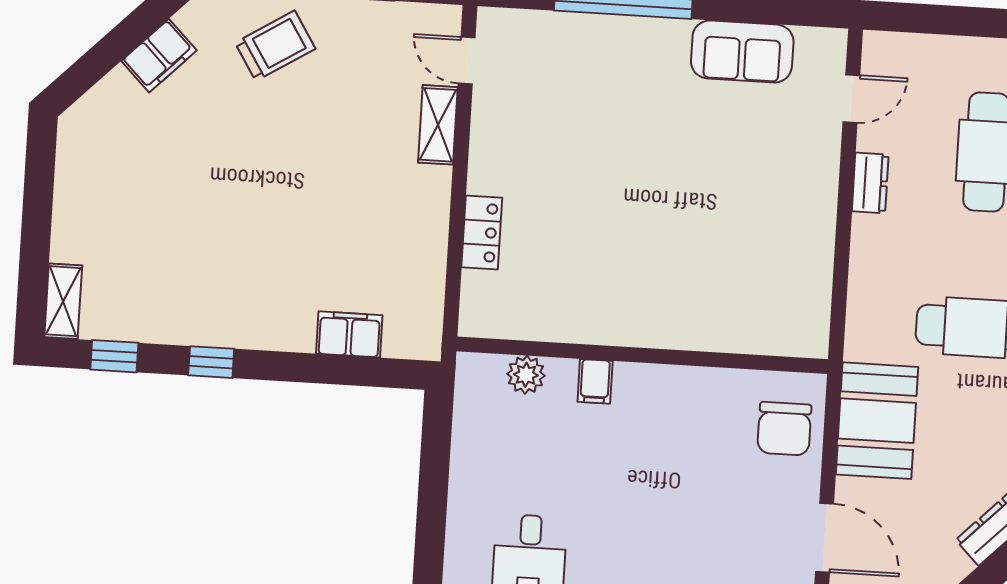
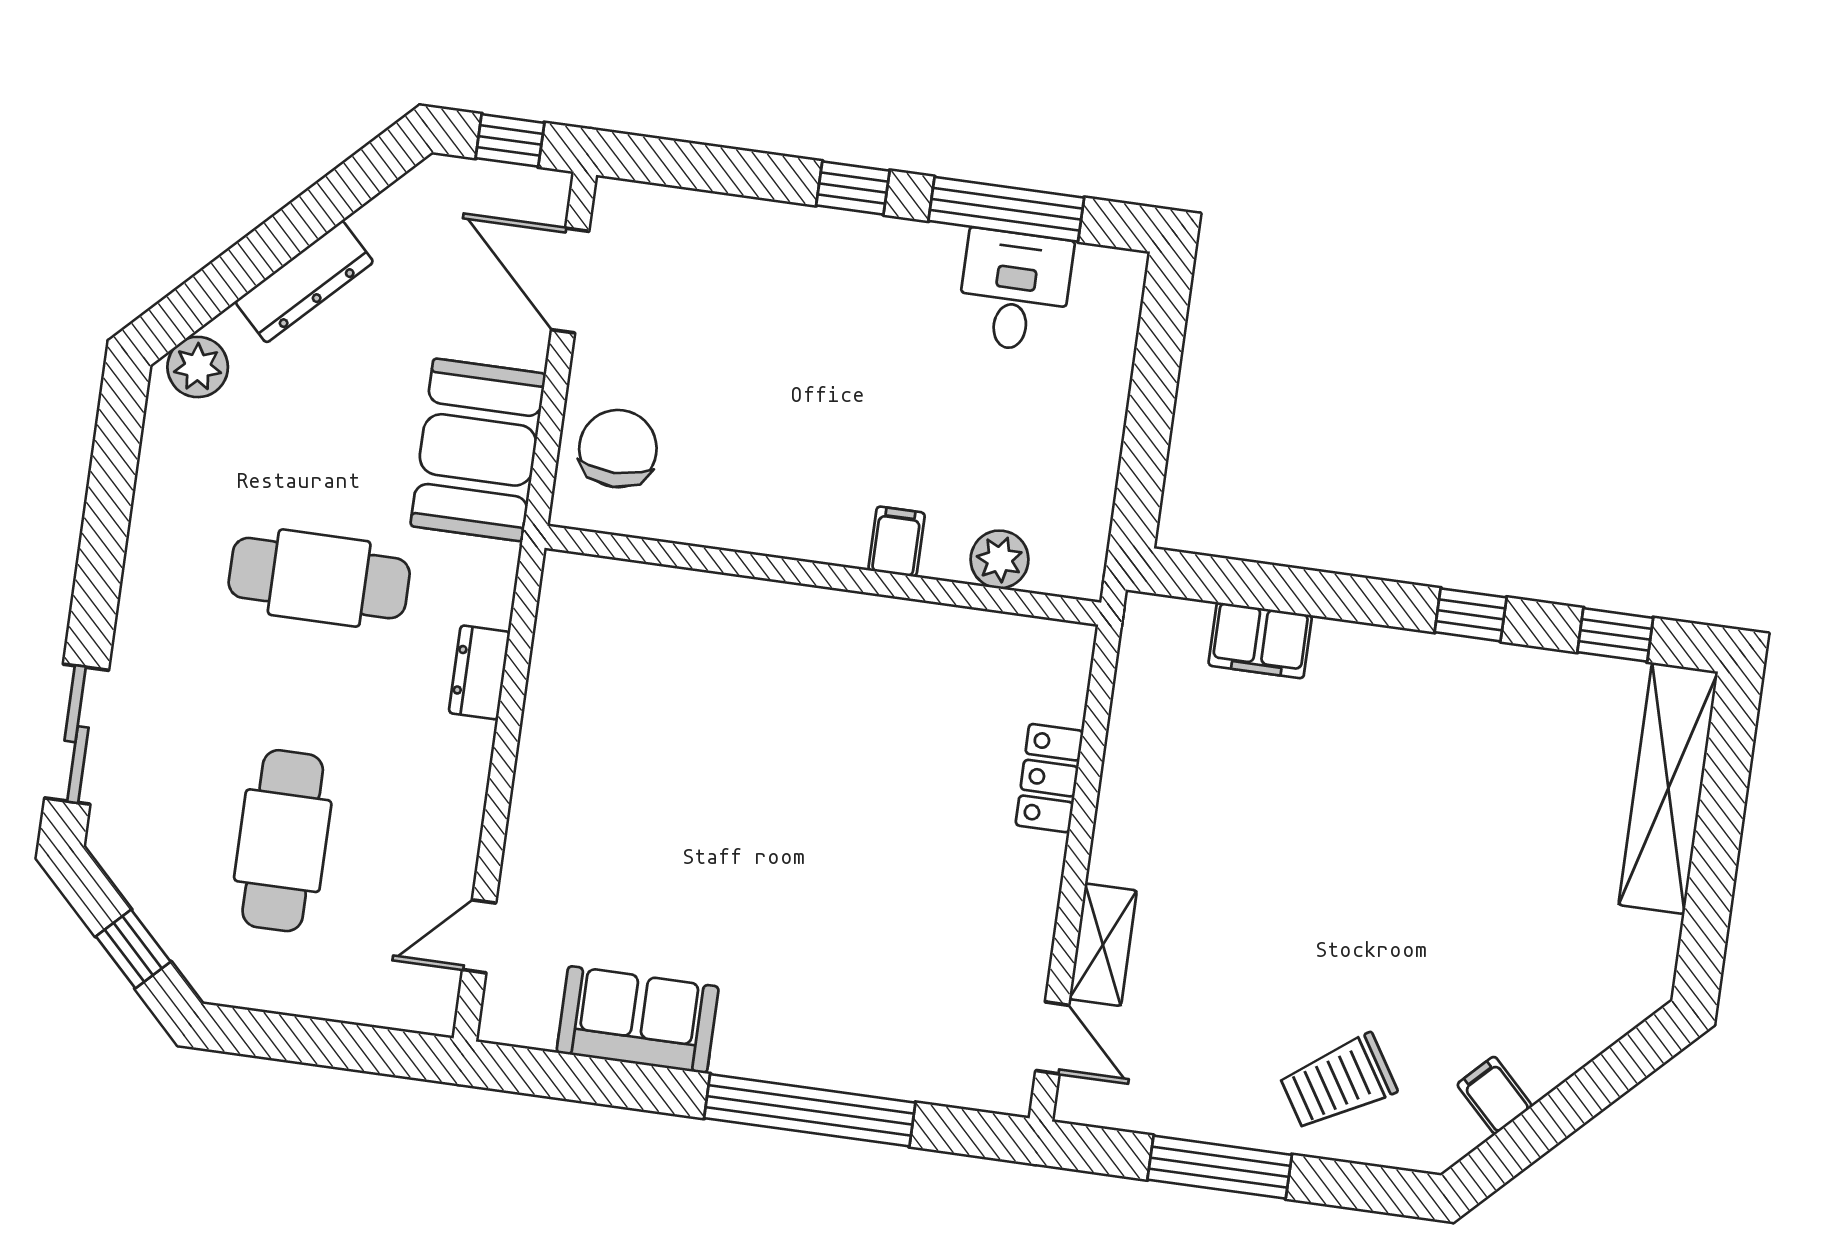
filing cabinet: (159, 56) -> (1494, 1095), width x0.50
dresser: (870, 183) -> (479, 672), moved
shelving: (63, 301) -> (1668, 788), width x2.20, depth x1.33

